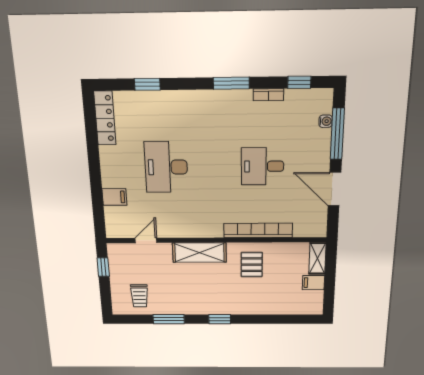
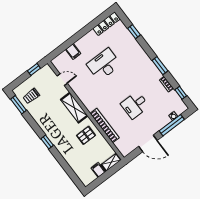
desk: (262, 166) -> (135, 105), turned -90
door: (334, 189) -> (148, 143), swing flipped
window: (169, 319) -> (19, 105), moved

